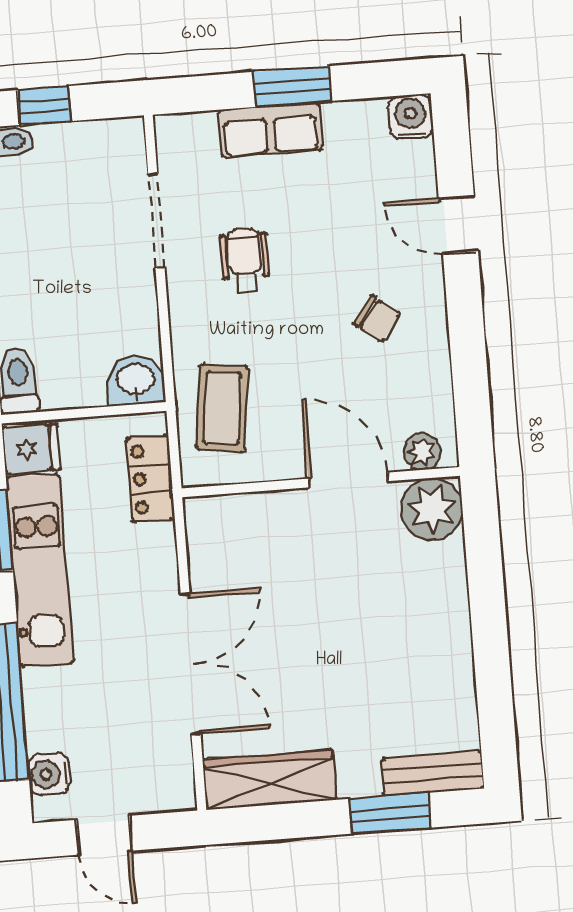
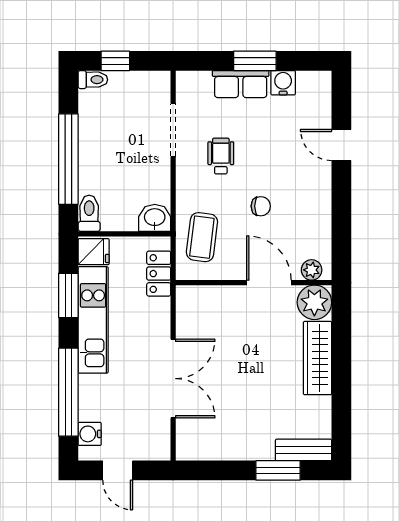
water cooler: (411, 117) -> (283, 83), moved
chair: (377, 319) -> (261, 206), moved, turned -37
wardrobe: (269, 780) -> (318, 358), moved, turned -90

